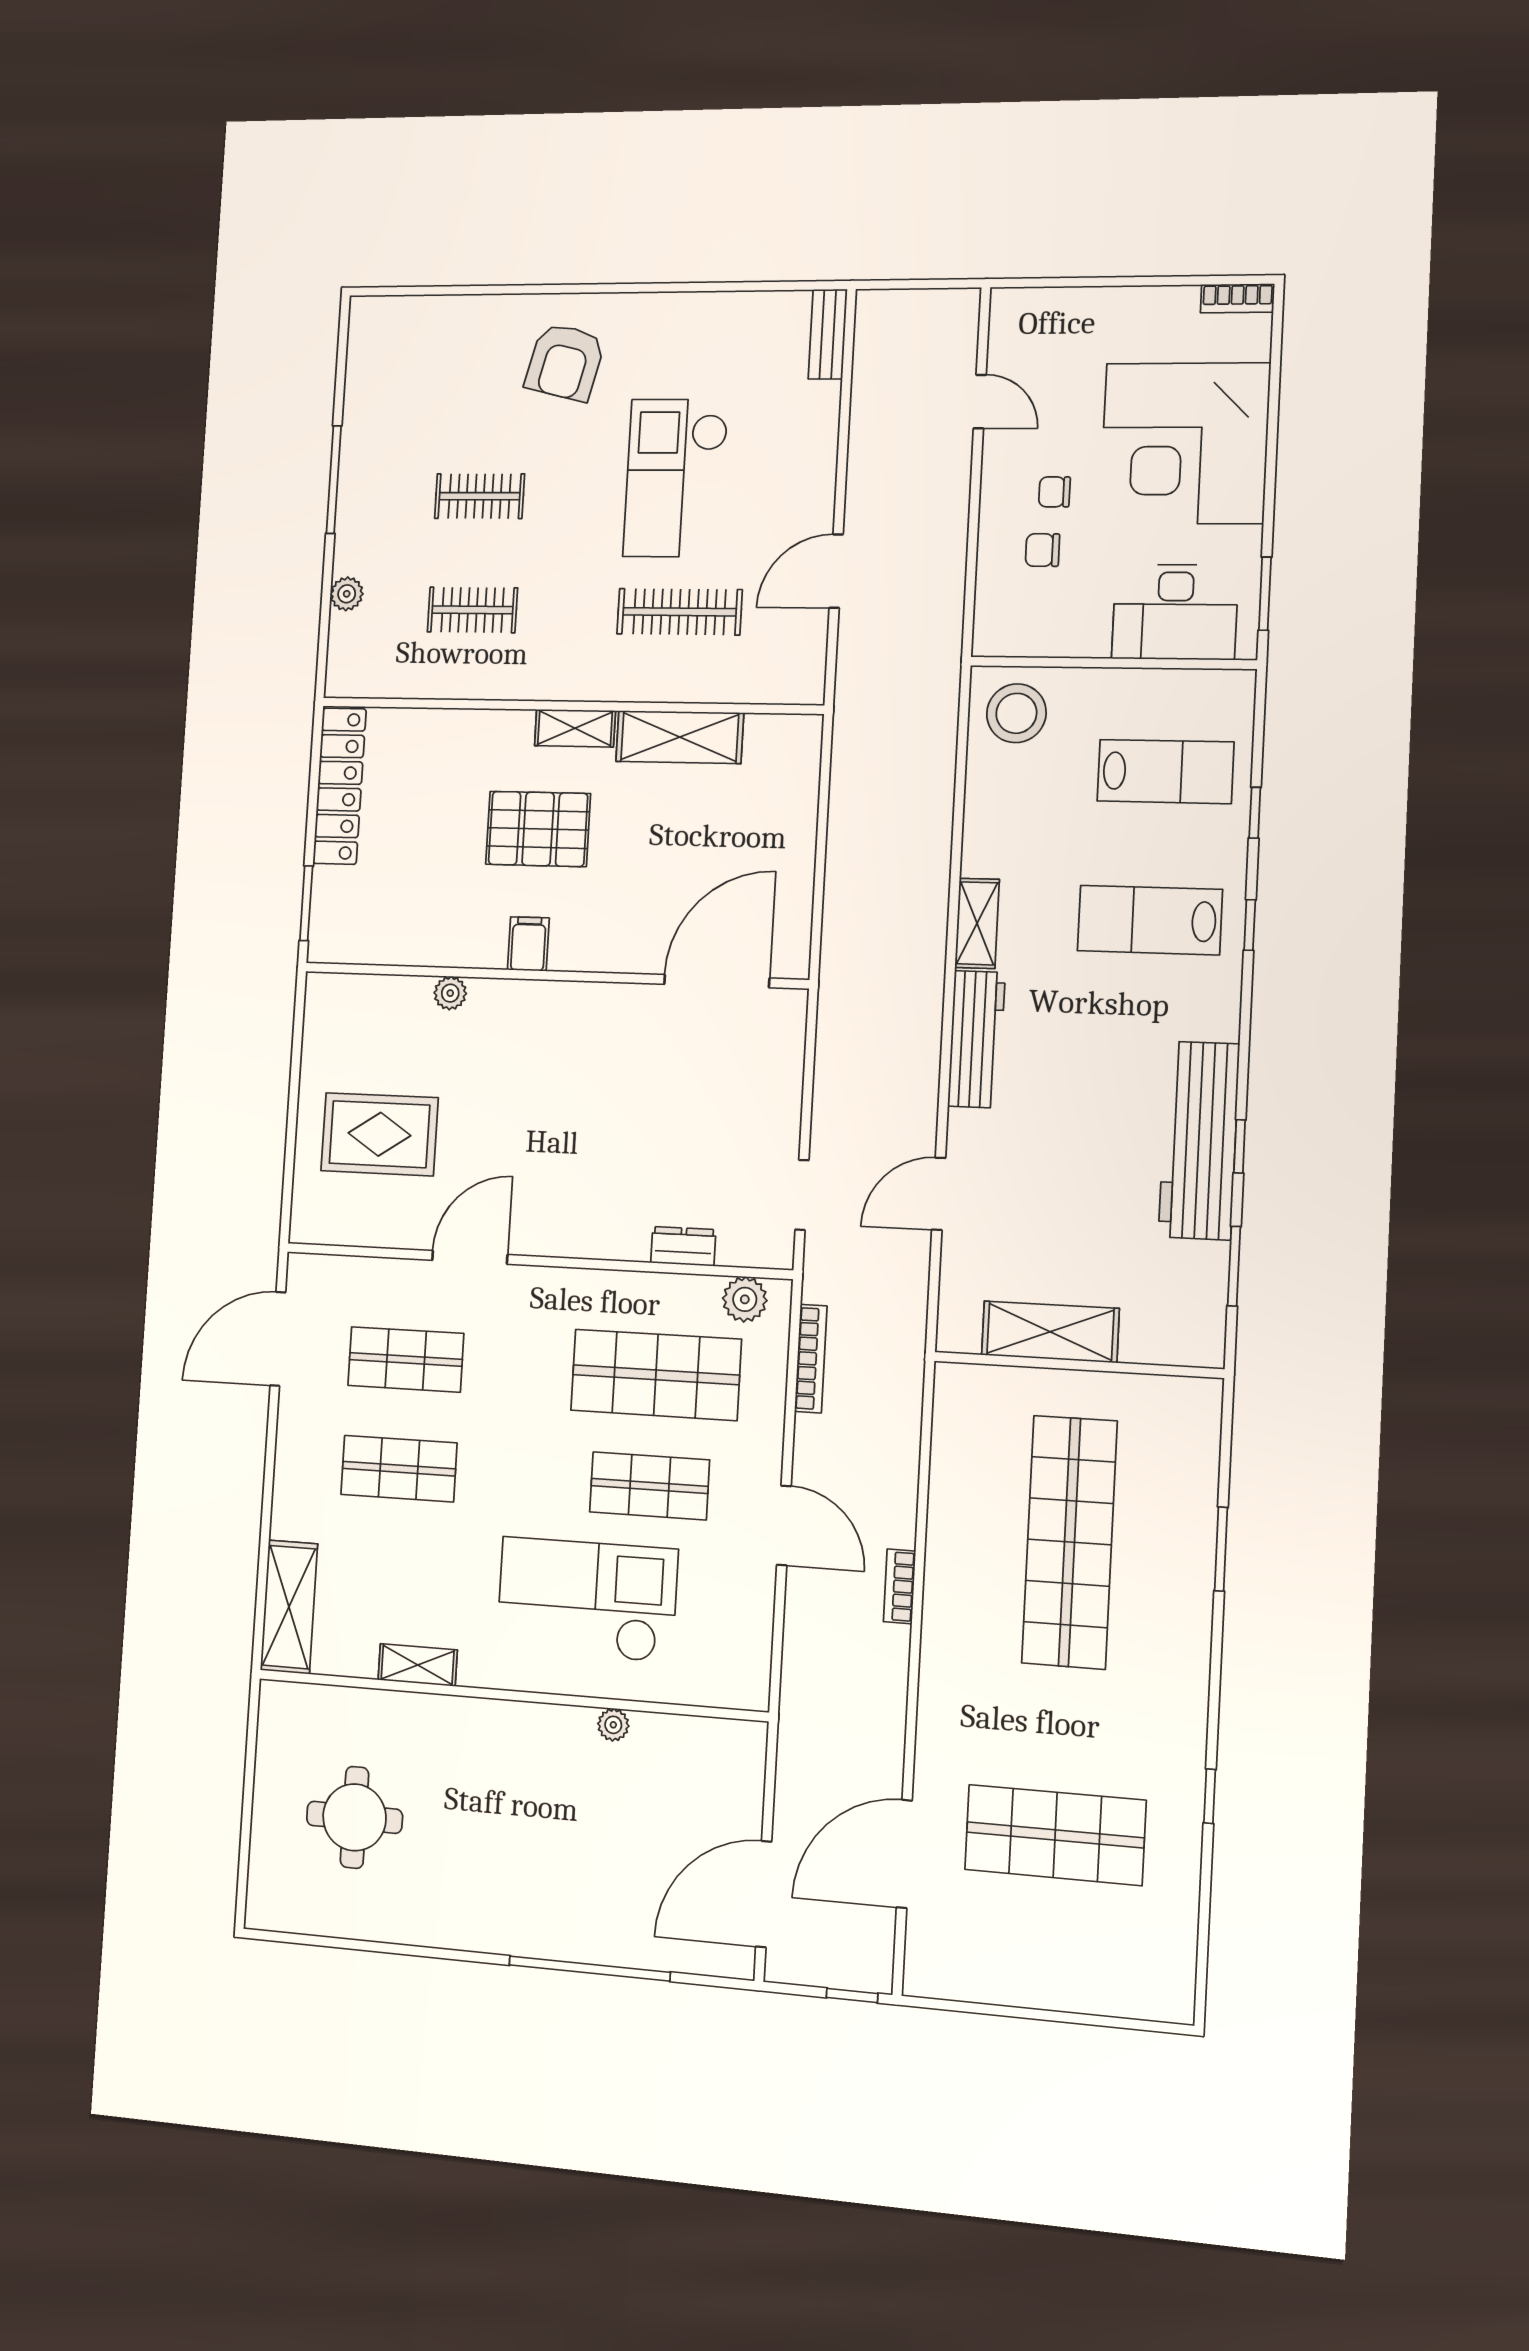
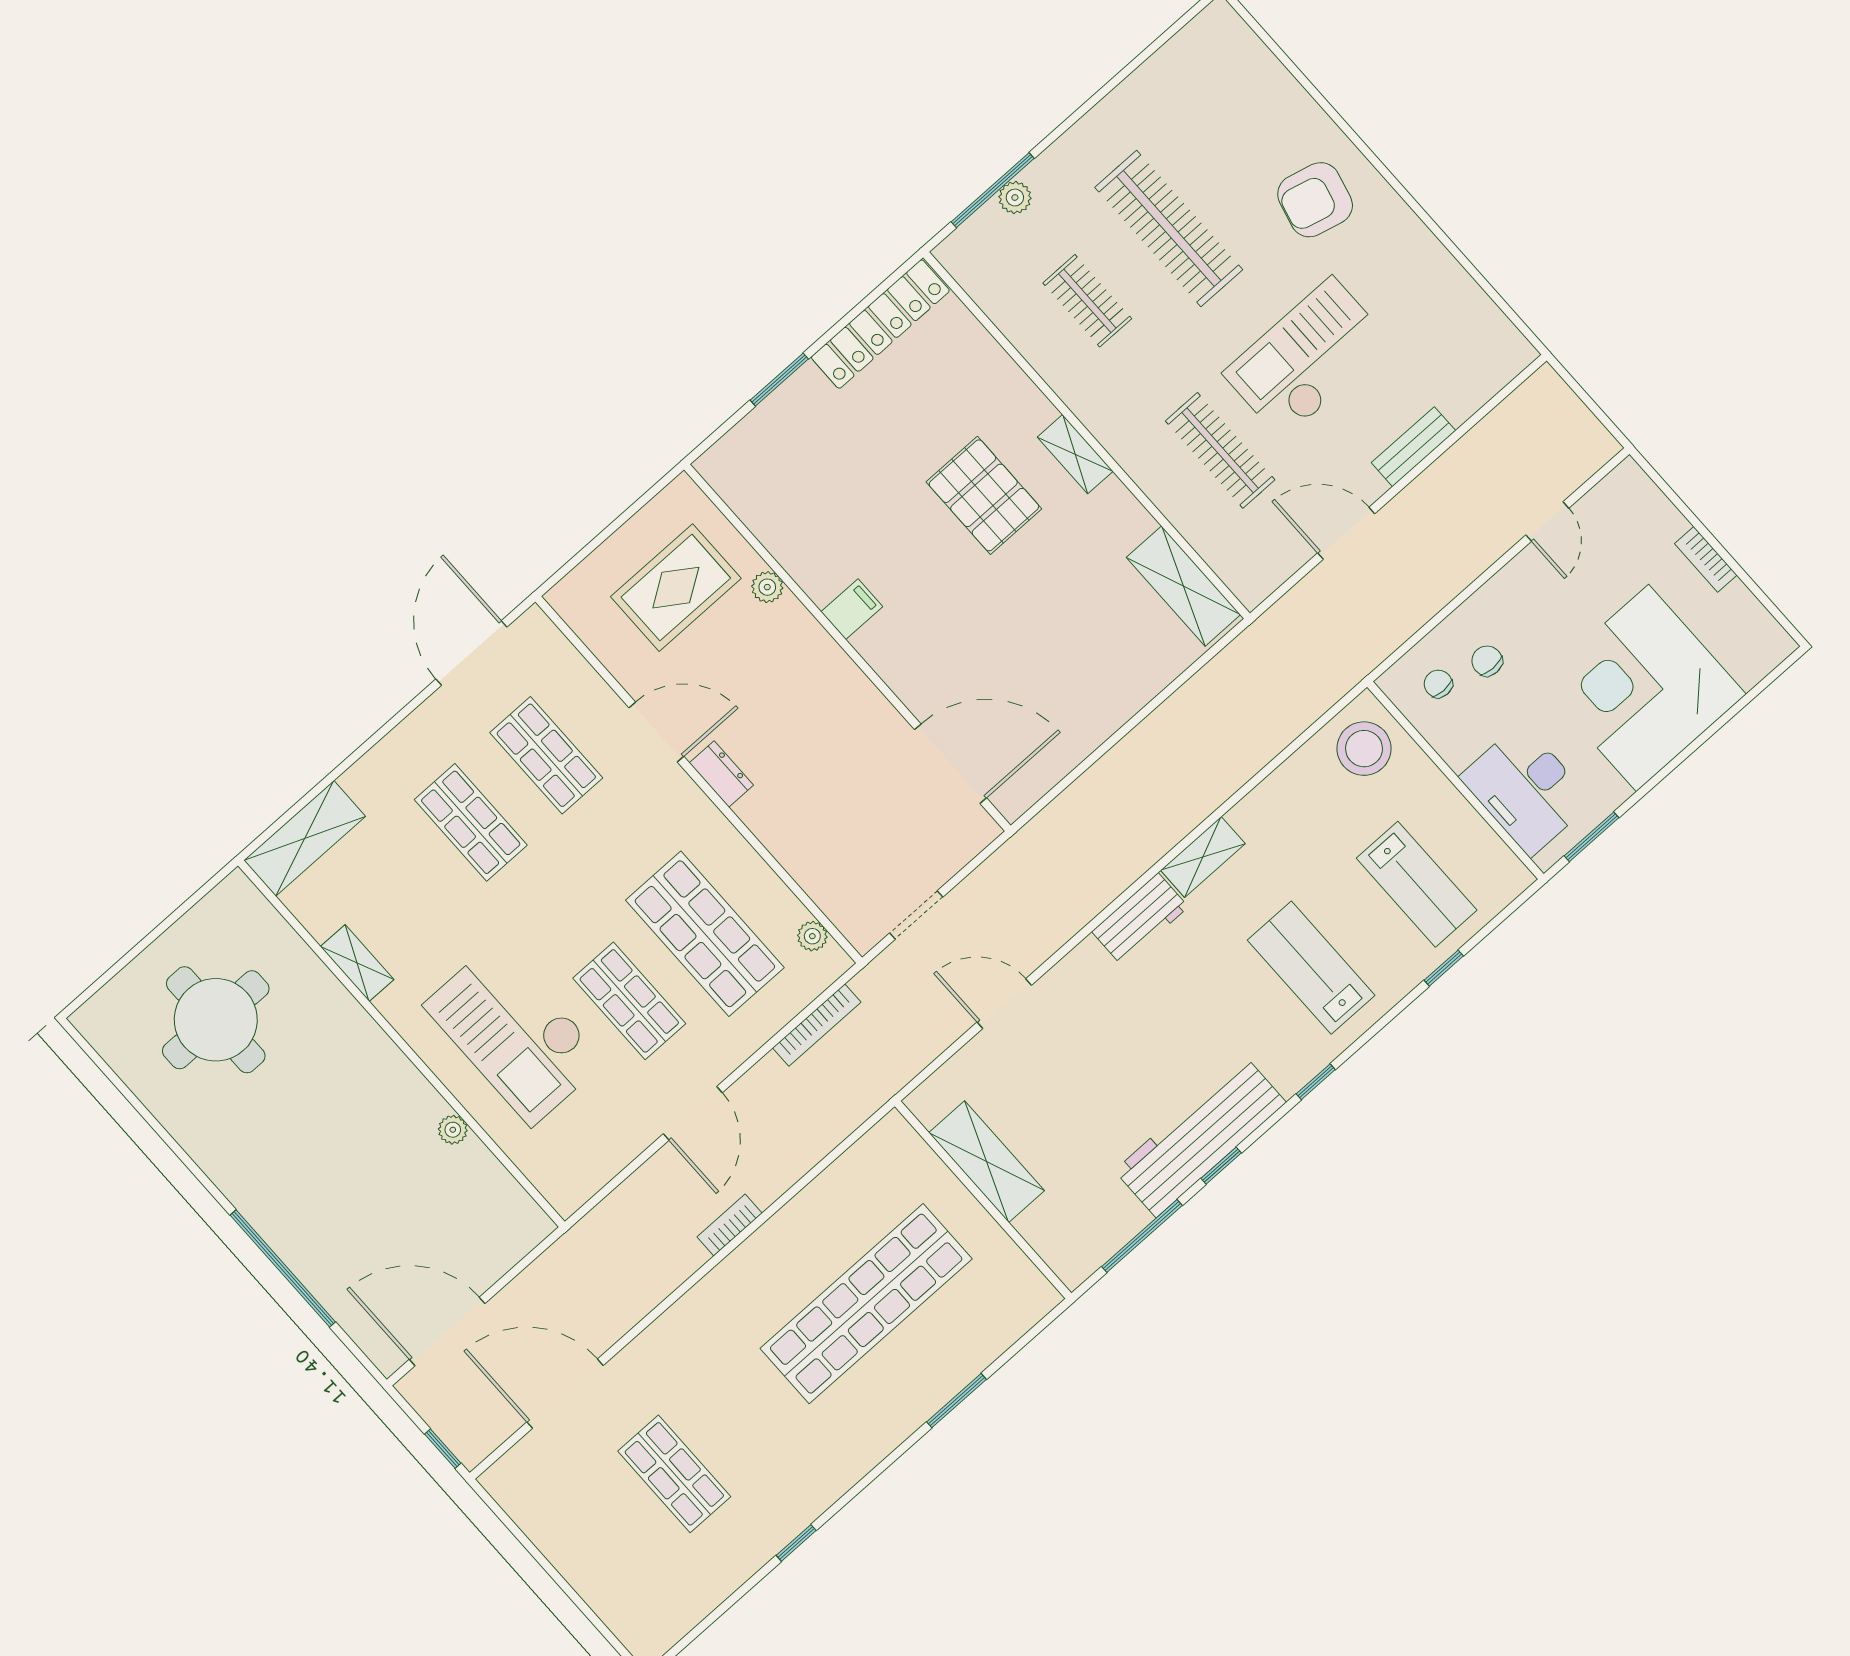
bookcase: (1237, 298) -> (1706, 559), moved
bench: (828, 334) -> (1413, 447), moved
window: (334, 480) -> (993, 190), moved
chair: (1054, 492) -> (1438, 684), moved
clothes rail: (479, 496) -> (1169, 228), width x1.86, depth x1.31
shelving: (680, 737) -> (1183, 586), moved
window: (1250, 925) -> (1316, 1082), moved
filing cabinet: (528, 944) -> (852, 609), moved
wall: (553, 976) -> (847, 648), moved
door: (717, 981) -> (950, 764), moved
plant: (450, 993) -> (767, 587), moved
workbench: (976, 1039) -> (1140, 919), width x0.73
rug: (379, 1134) -> (676, 588), turned 90
dresser: (683, 1246) -> (721, 774), moved
window: (1234, 1266) -> (1142, 1236), width x1.44
plant: (745, 1299) -> (812, 936), width x0.73, depth x0.73
door: (278, 1339) -> (471, 653), hinge flipped
checkout: (587, 1600) -> (515, 1033), turned 180
round table: (355, 1817) -> (216, 1020), width x1.36, depth x1.36
shop shelf: (1055, 1835) -> (674, 1474), width x0.70, depth x0.74

